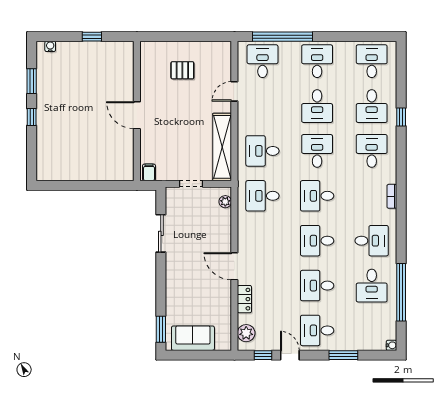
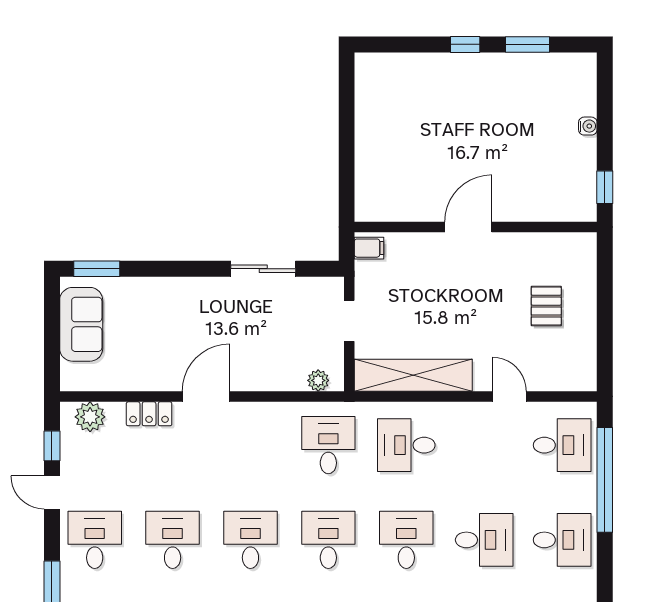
window: (92, 37) -> (605, 187), moved
water cooler: (50, 46) -> (588, 126), moved
desk: (317, 106) -> (484, 540), turned 180
desk: (263, 151) -> (406, 445), turned -90
desk: (317, 151) -> (406, 540), turned -90
door: (290, 355) -> (52, 492), swing flipped

